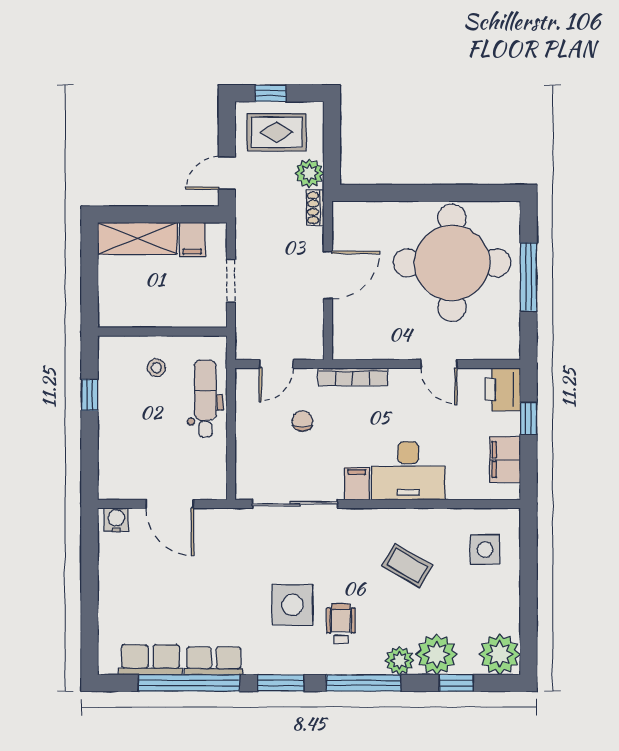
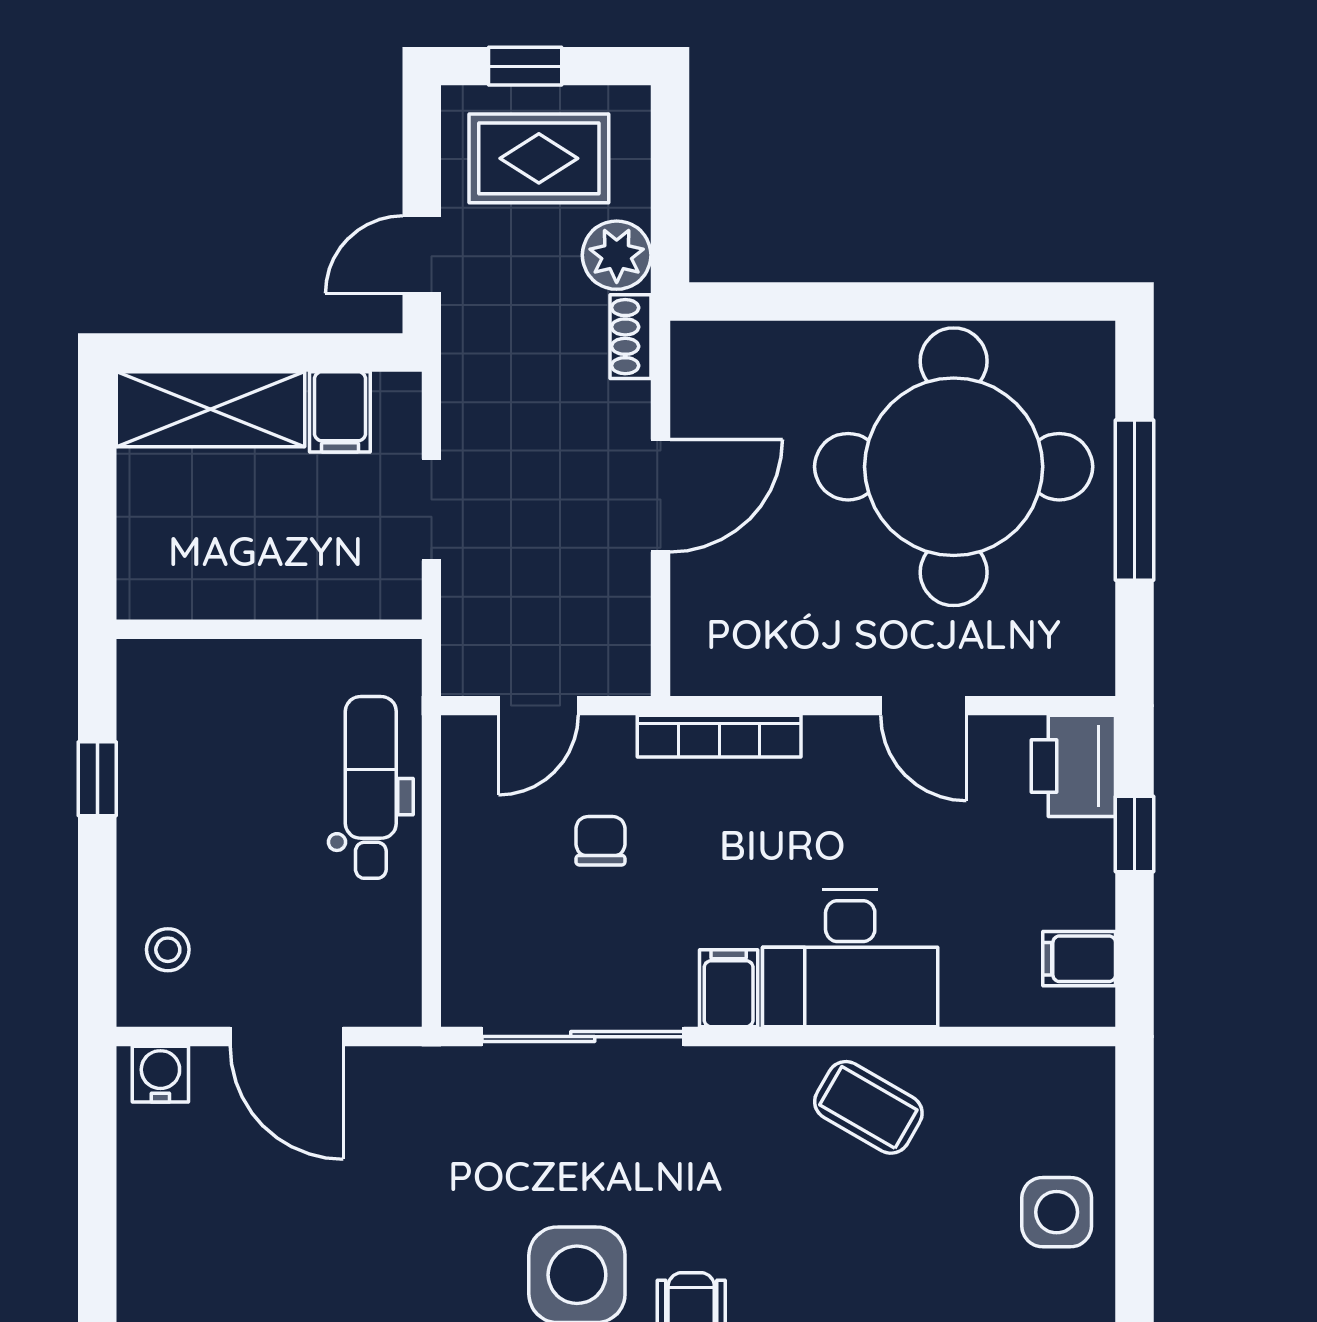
stool: (156, 368) -> (168, 950), moved
filing cabinet: (505, 459) -> (1079, 959), width x0.50
side table: (485, 550) -> (1057, 1212), moved
coffee table: (407, 566) -> (868, 1107), moved

